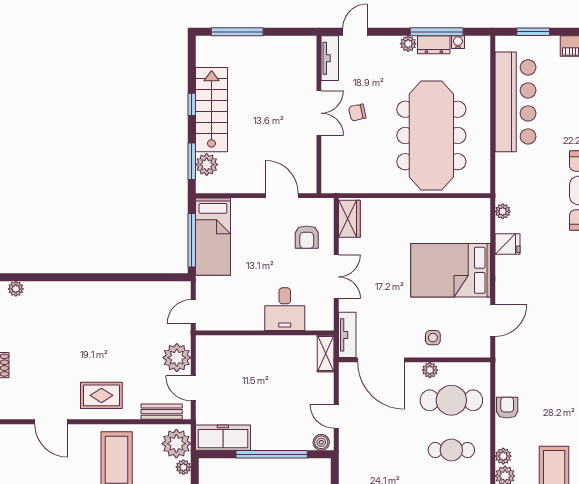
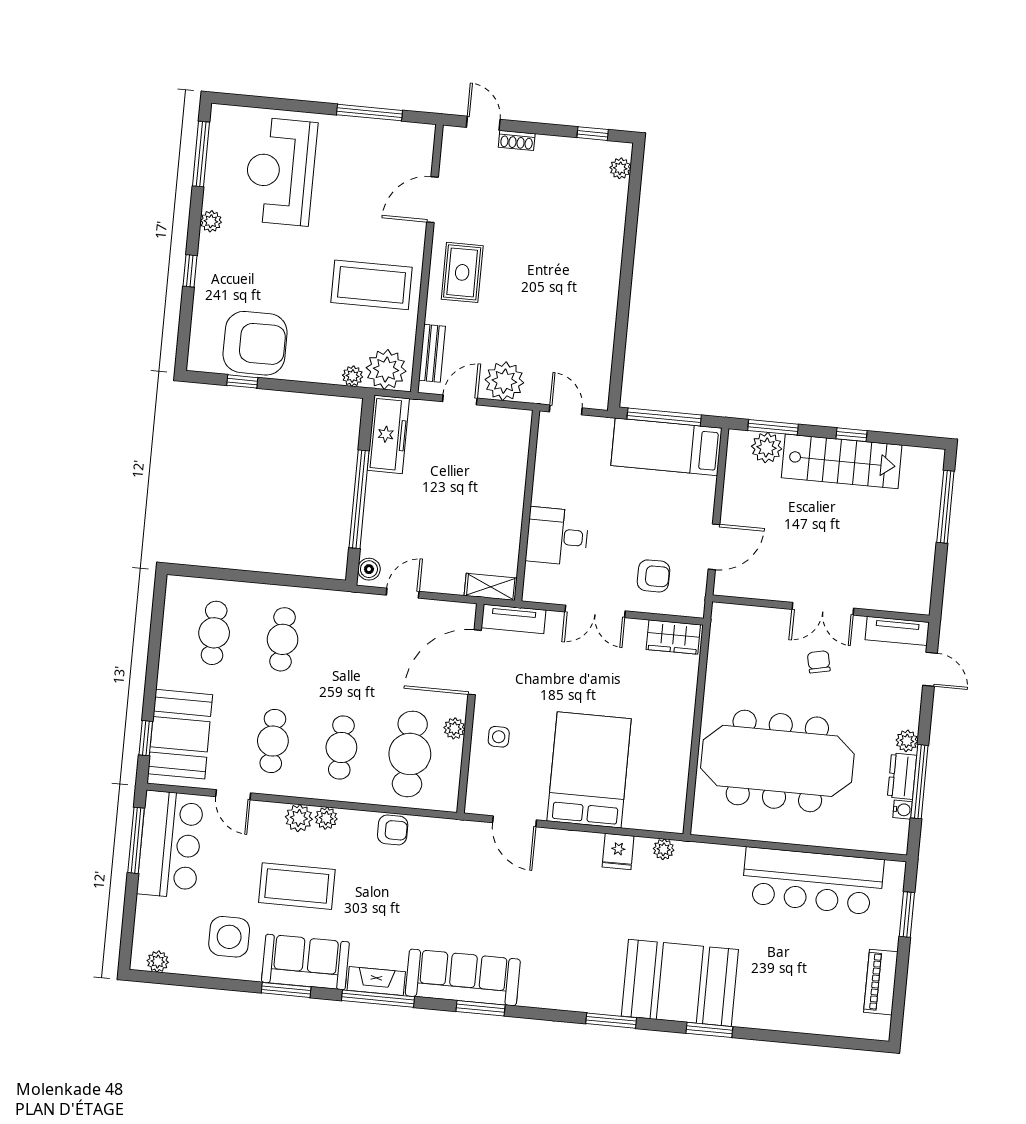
armchair: (307, 237) -> (653, 576), turned 180

